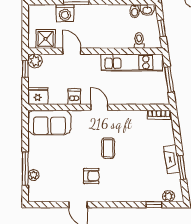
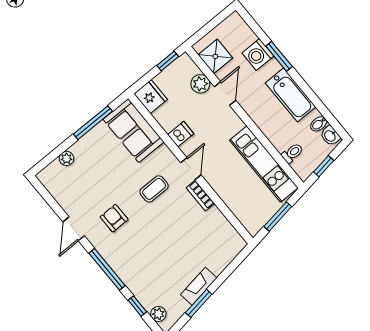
bathtub: (104, 14) -> (291, 95), added
plant: (35, 61) -> (200, 84), moved
bookcase: (159, 115) -> (200, 196), moved
coffee table: (108, 148) -> (154, 189), moved
window: (25, 169) -> (93, 123), moved
armchair: (91, 176) -> (114, 218), turned 180
window: (118, 205) -> (107, 269), added

